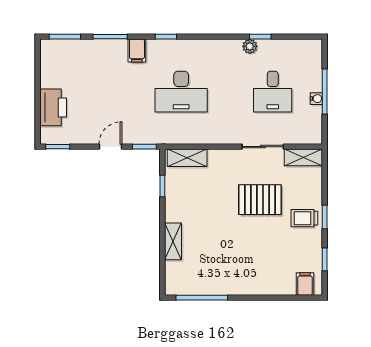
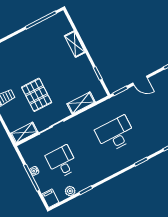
plant: (250, 46) -> (70, 191), moved
filing cabinet: (137, 51) -> (50, 198), moved
door: (110, 147) -> (140, 81), hinge flipped
shelving: (187, 158) -> (81, 103), moved
pallet: (260, 200) -> (37, 95), turned 90

